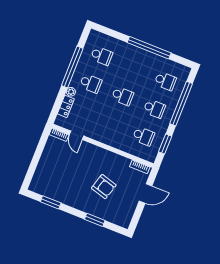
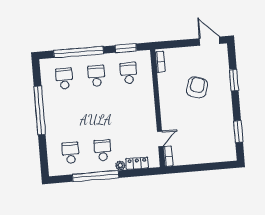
school desk: (122, 96) -> (100, 113), removed
door: (146, 194) -> (210, 41), moved

